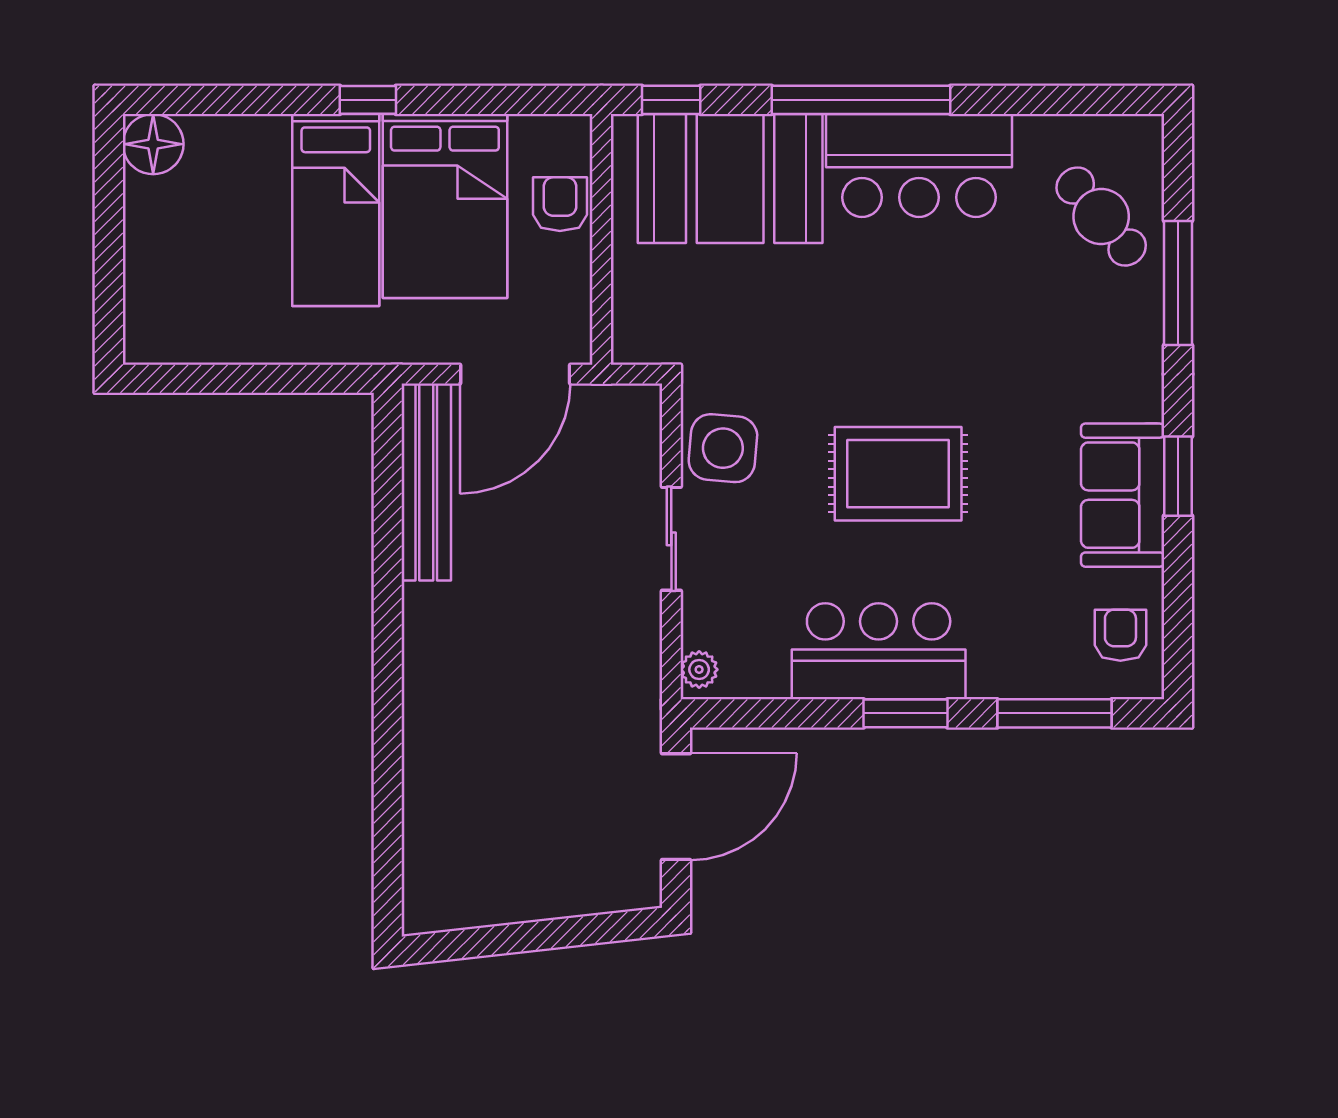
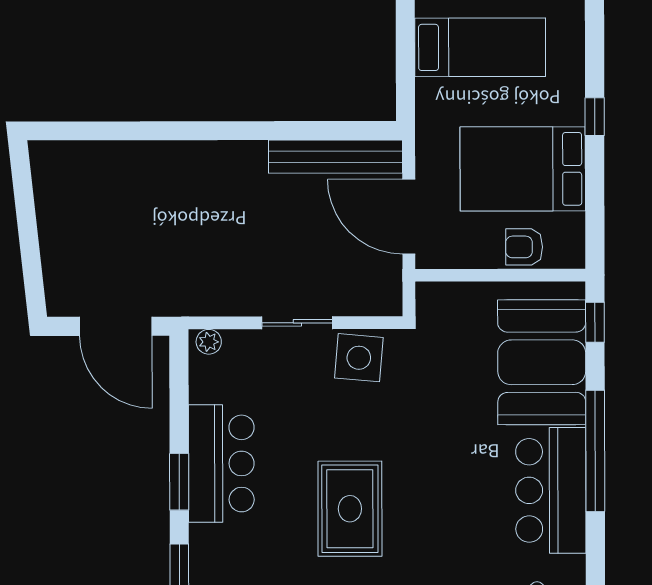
armchair: (560, 204) -> (524, 247), turned 180
bed: (336, 210) -> (480, 47), moved, turned 180
rug: (898, 474) -> (350, 509), moved

